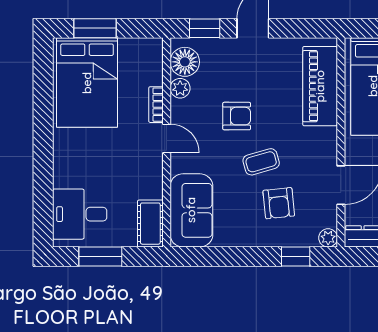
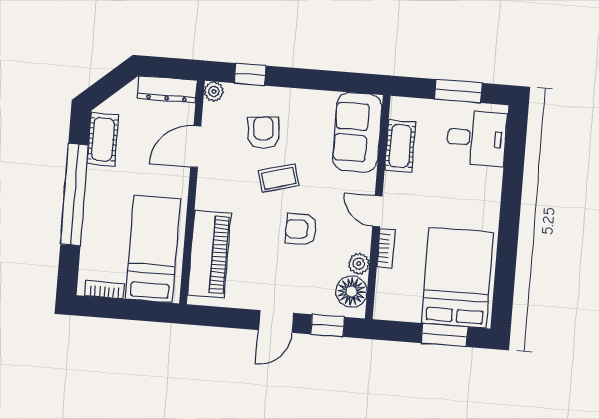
cot: (150, 224) -> (400, 146), moved

